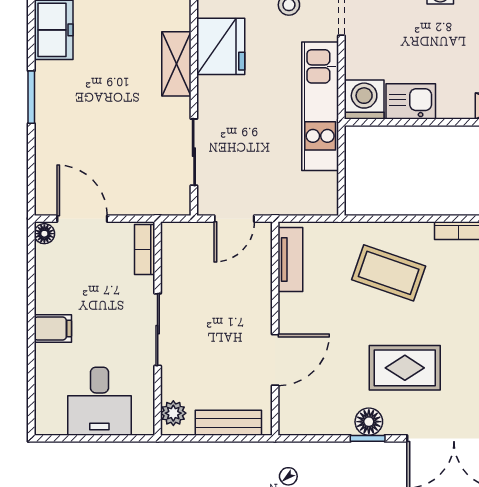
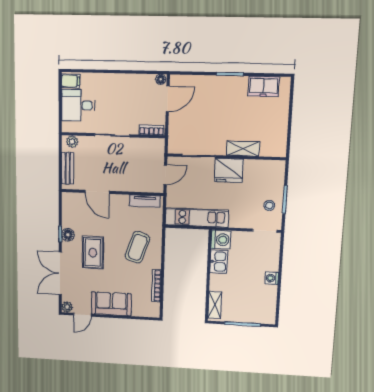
fridge: (221, 46) -> (229, 170), moved
kitchen unit: (320, 106) -> (197, 218), moved
door: (234, 219) -> (165, 175), swing flipped
filing cabinet: (53, 329) -> (71, 81), moved, turned -90

